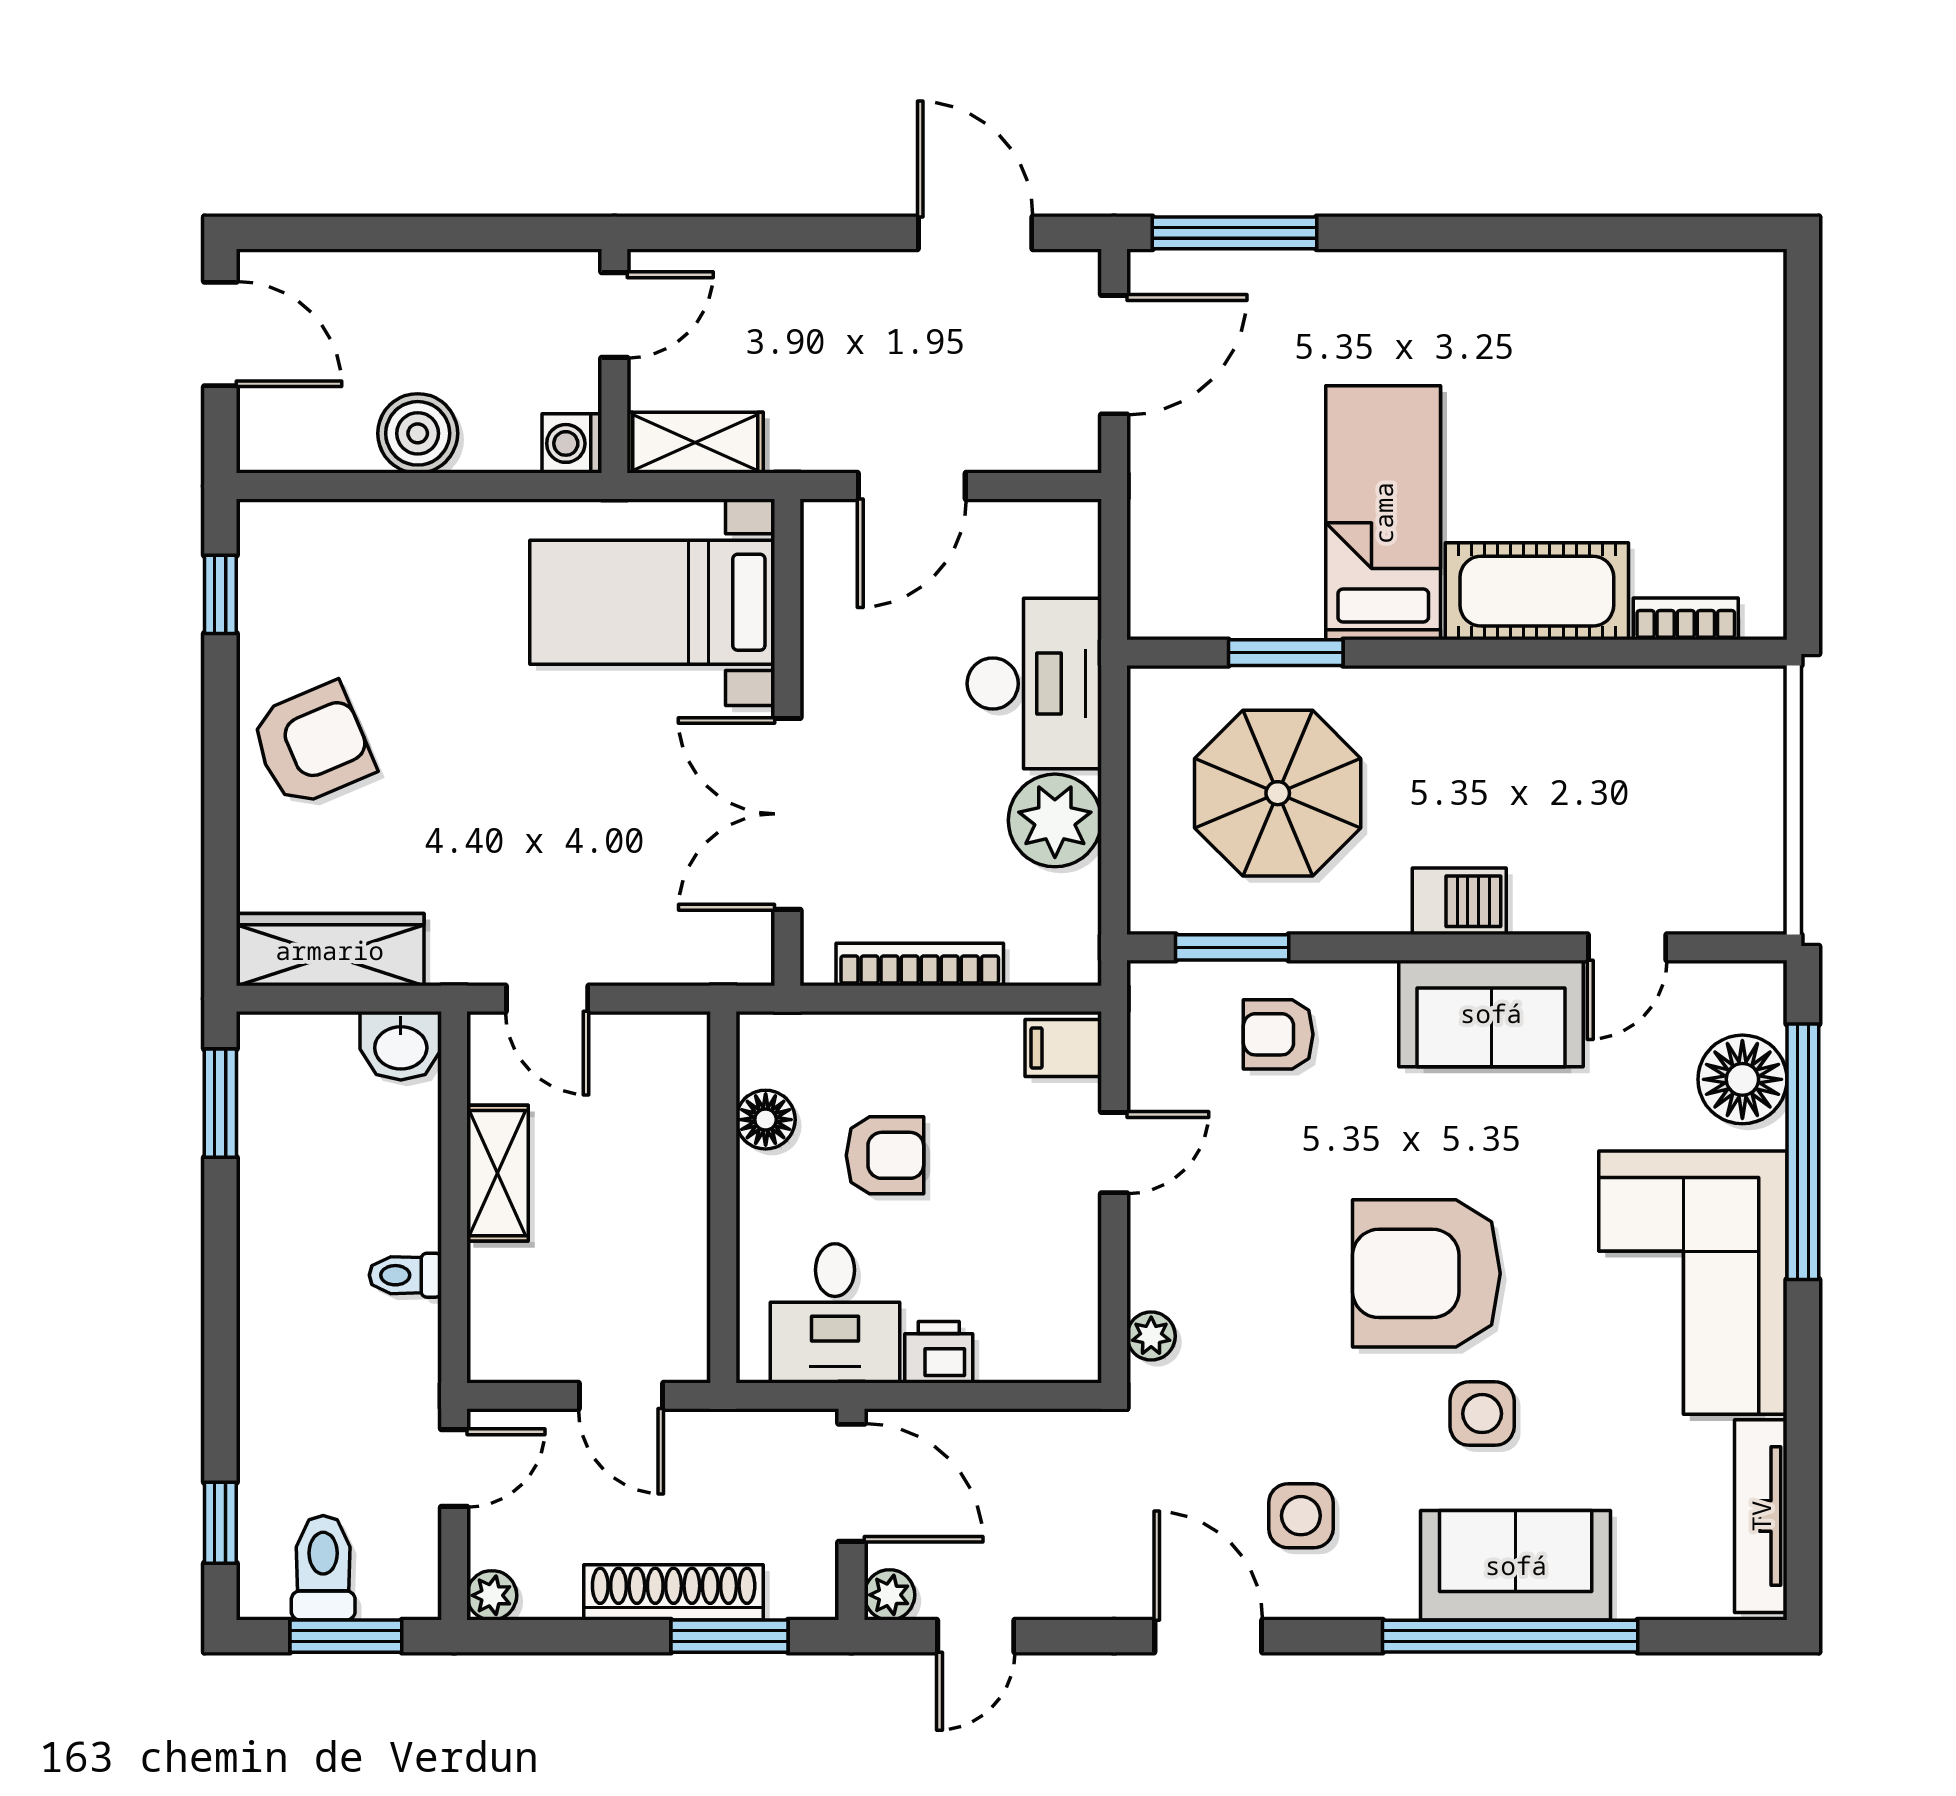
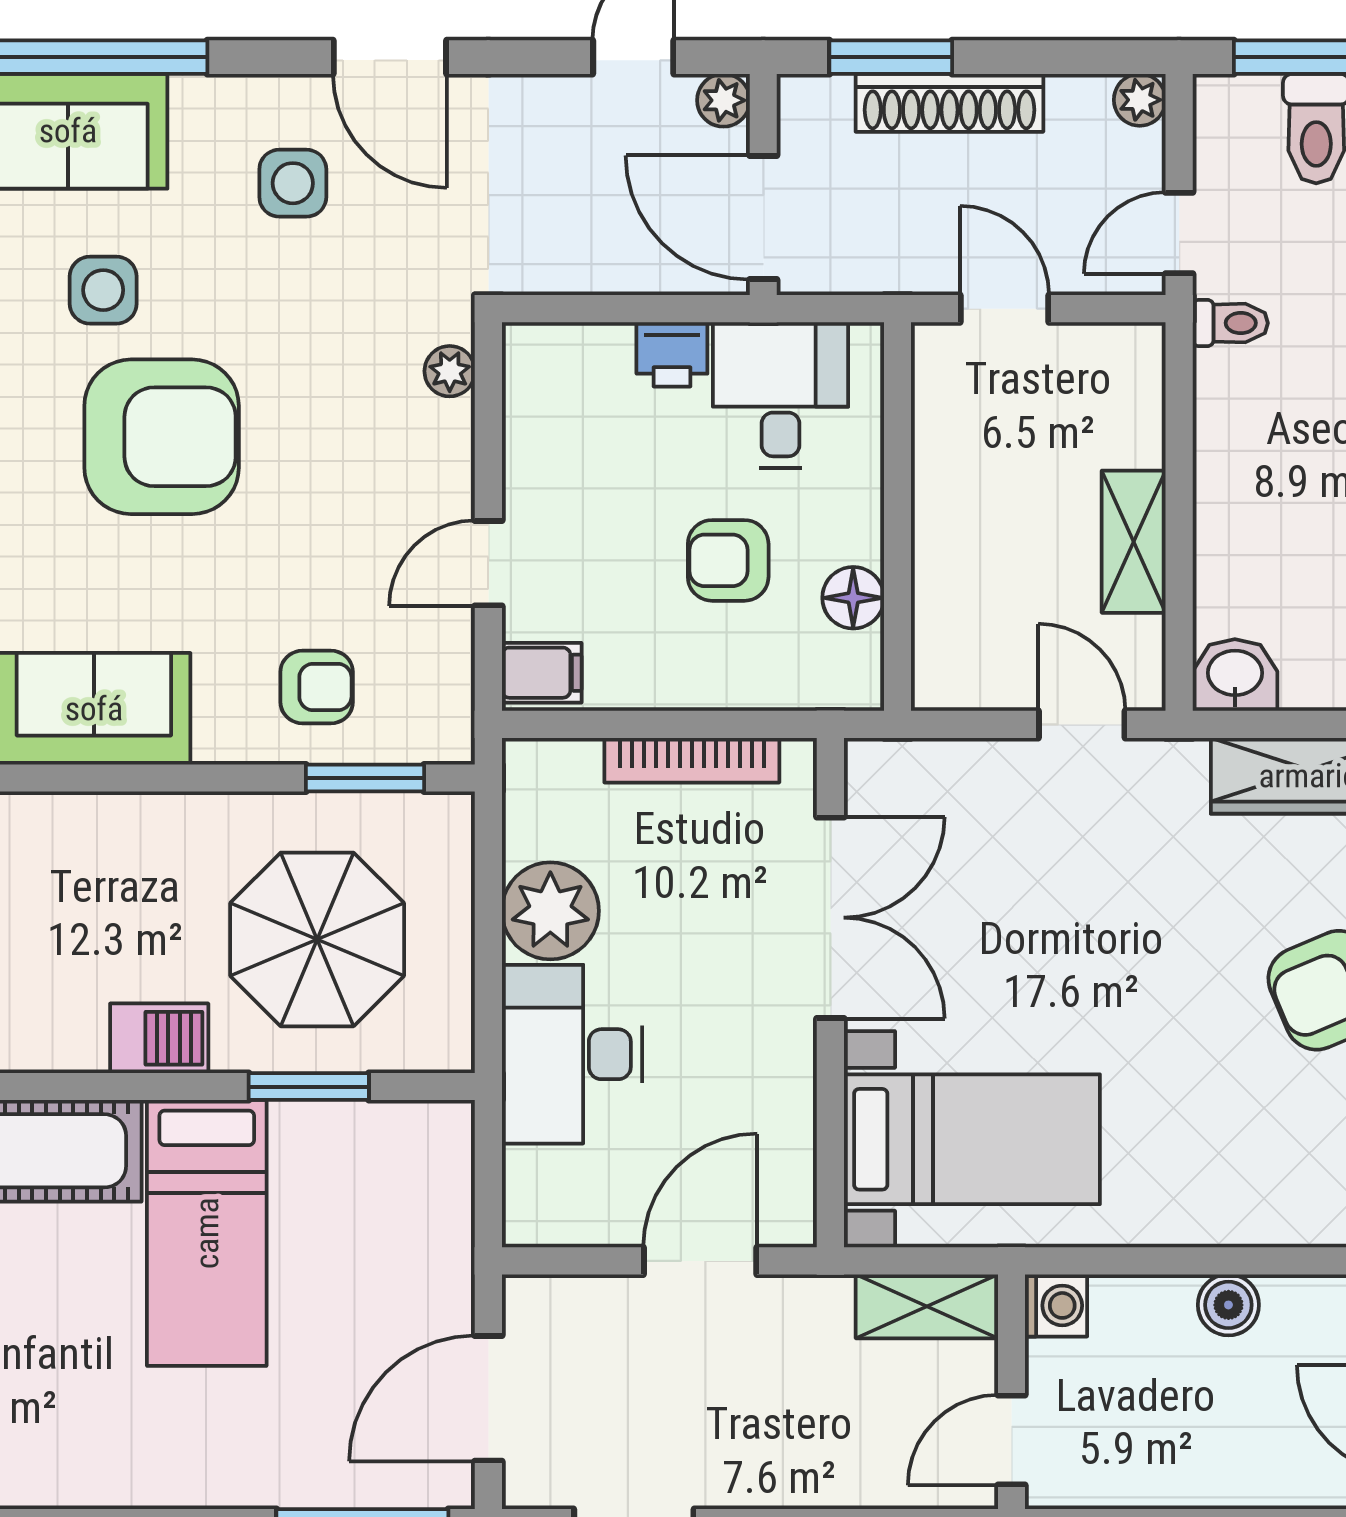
boiler: (418, 433) -> (1228, 1305), width x0.73, depth x0.73
barbecue: (1459, 901) -> (159, 1038), moved, turned 180
toilet: (405, 1275) -> (1230, 323), moved

